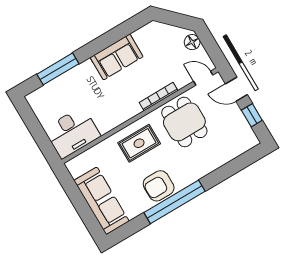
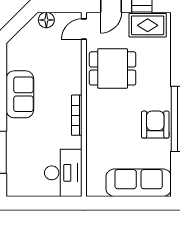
bookcase: (159, 97) -> (77, 115), moved
rug: (139, 143) -> (148, 25), moved, turned 90
armchair: (159, 186) -> (155, 125), turned 180

